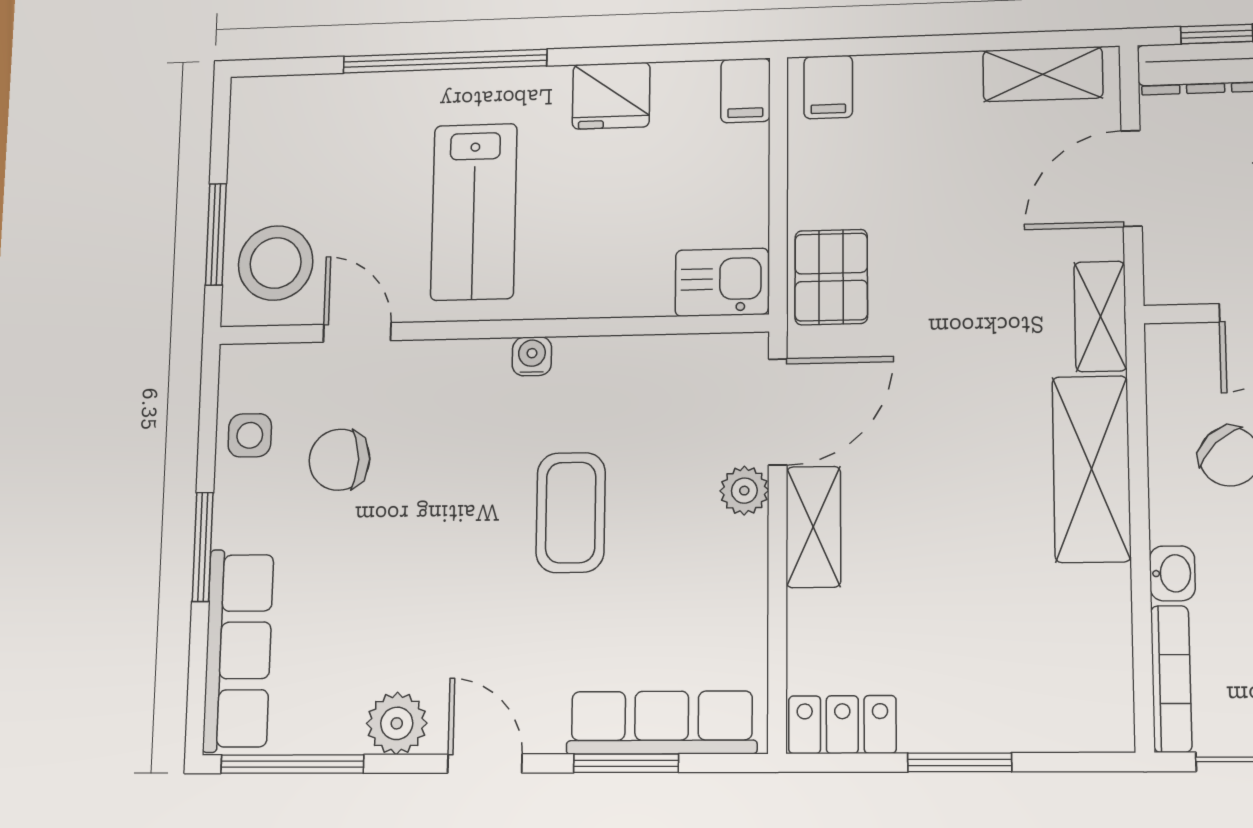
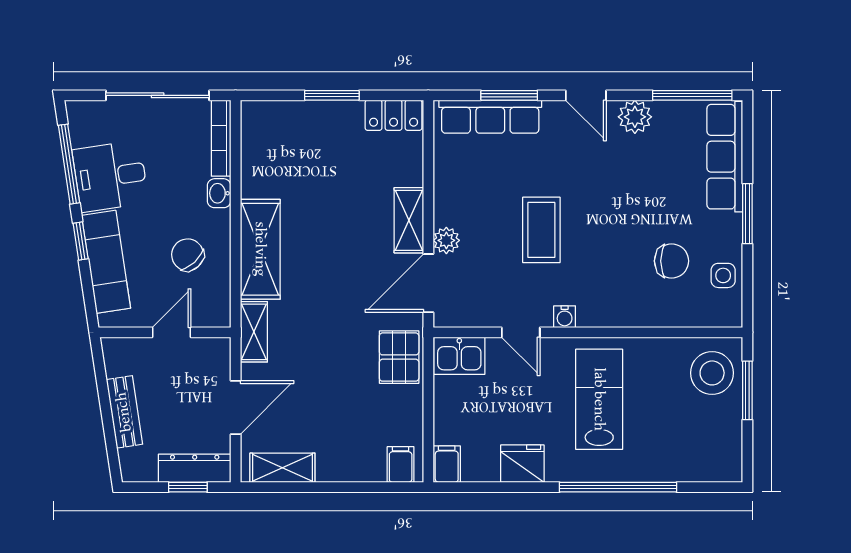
door: (357, 332) -> (521, 332), moved

